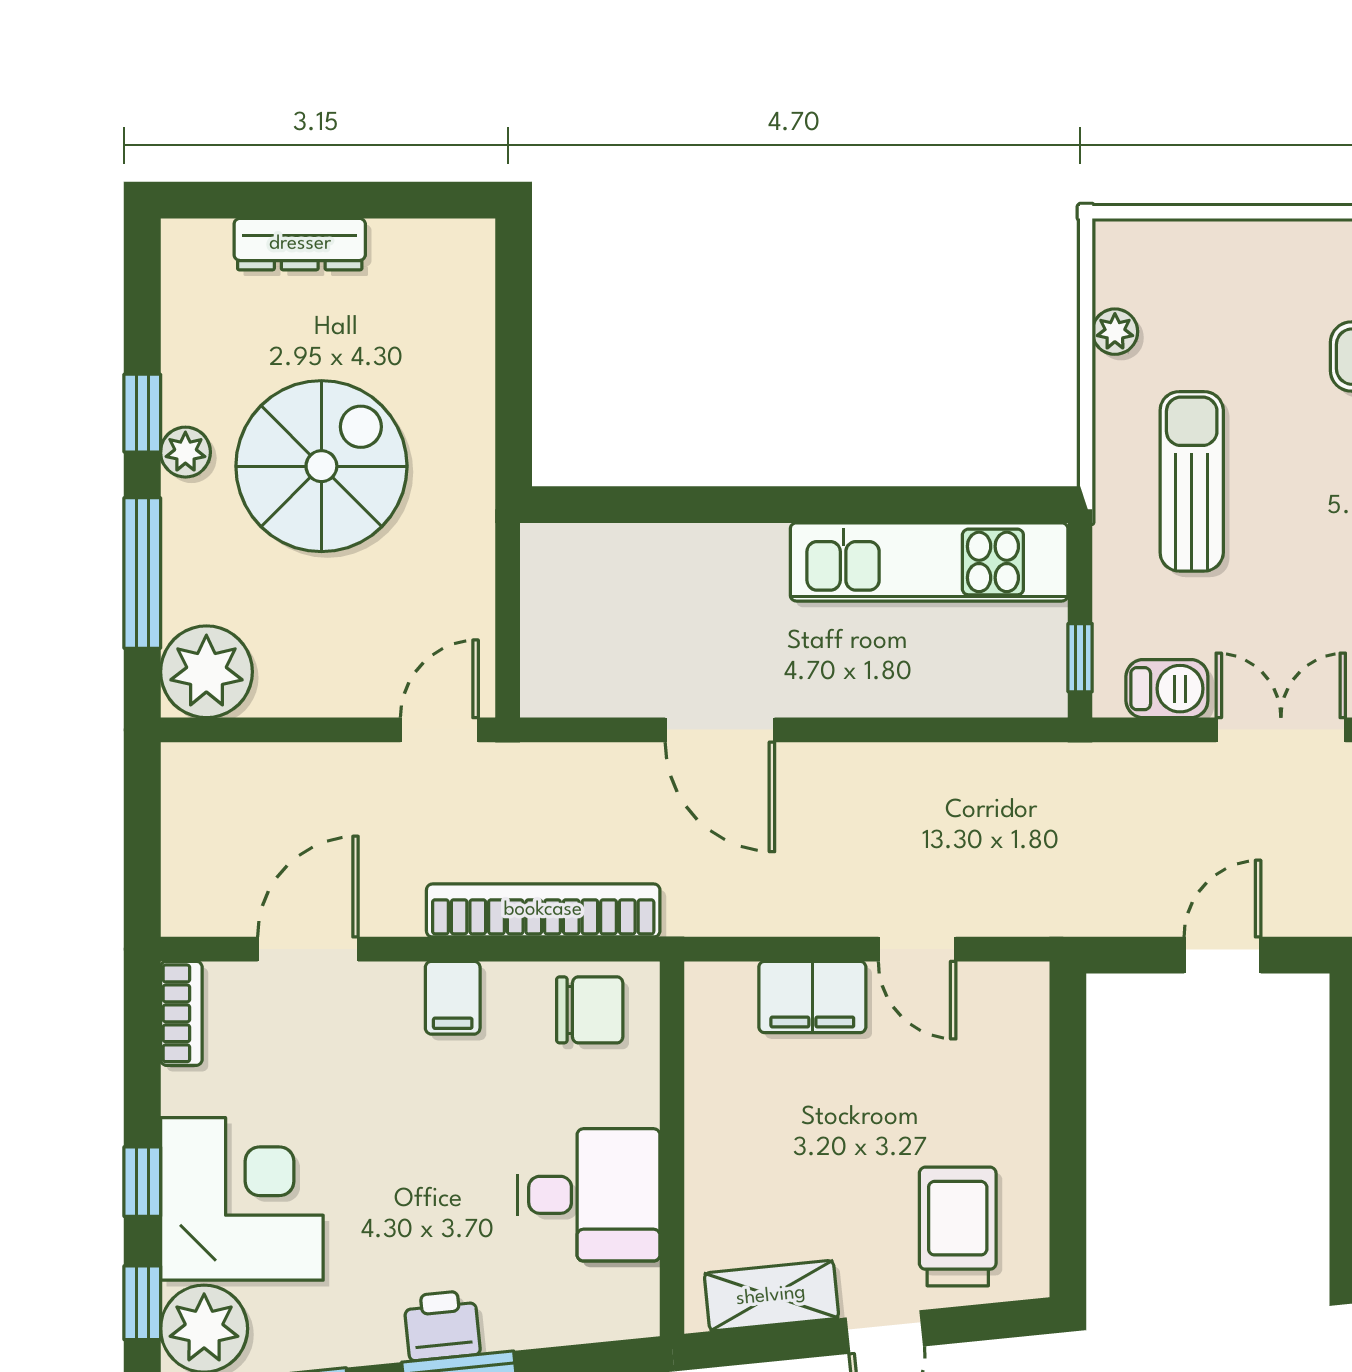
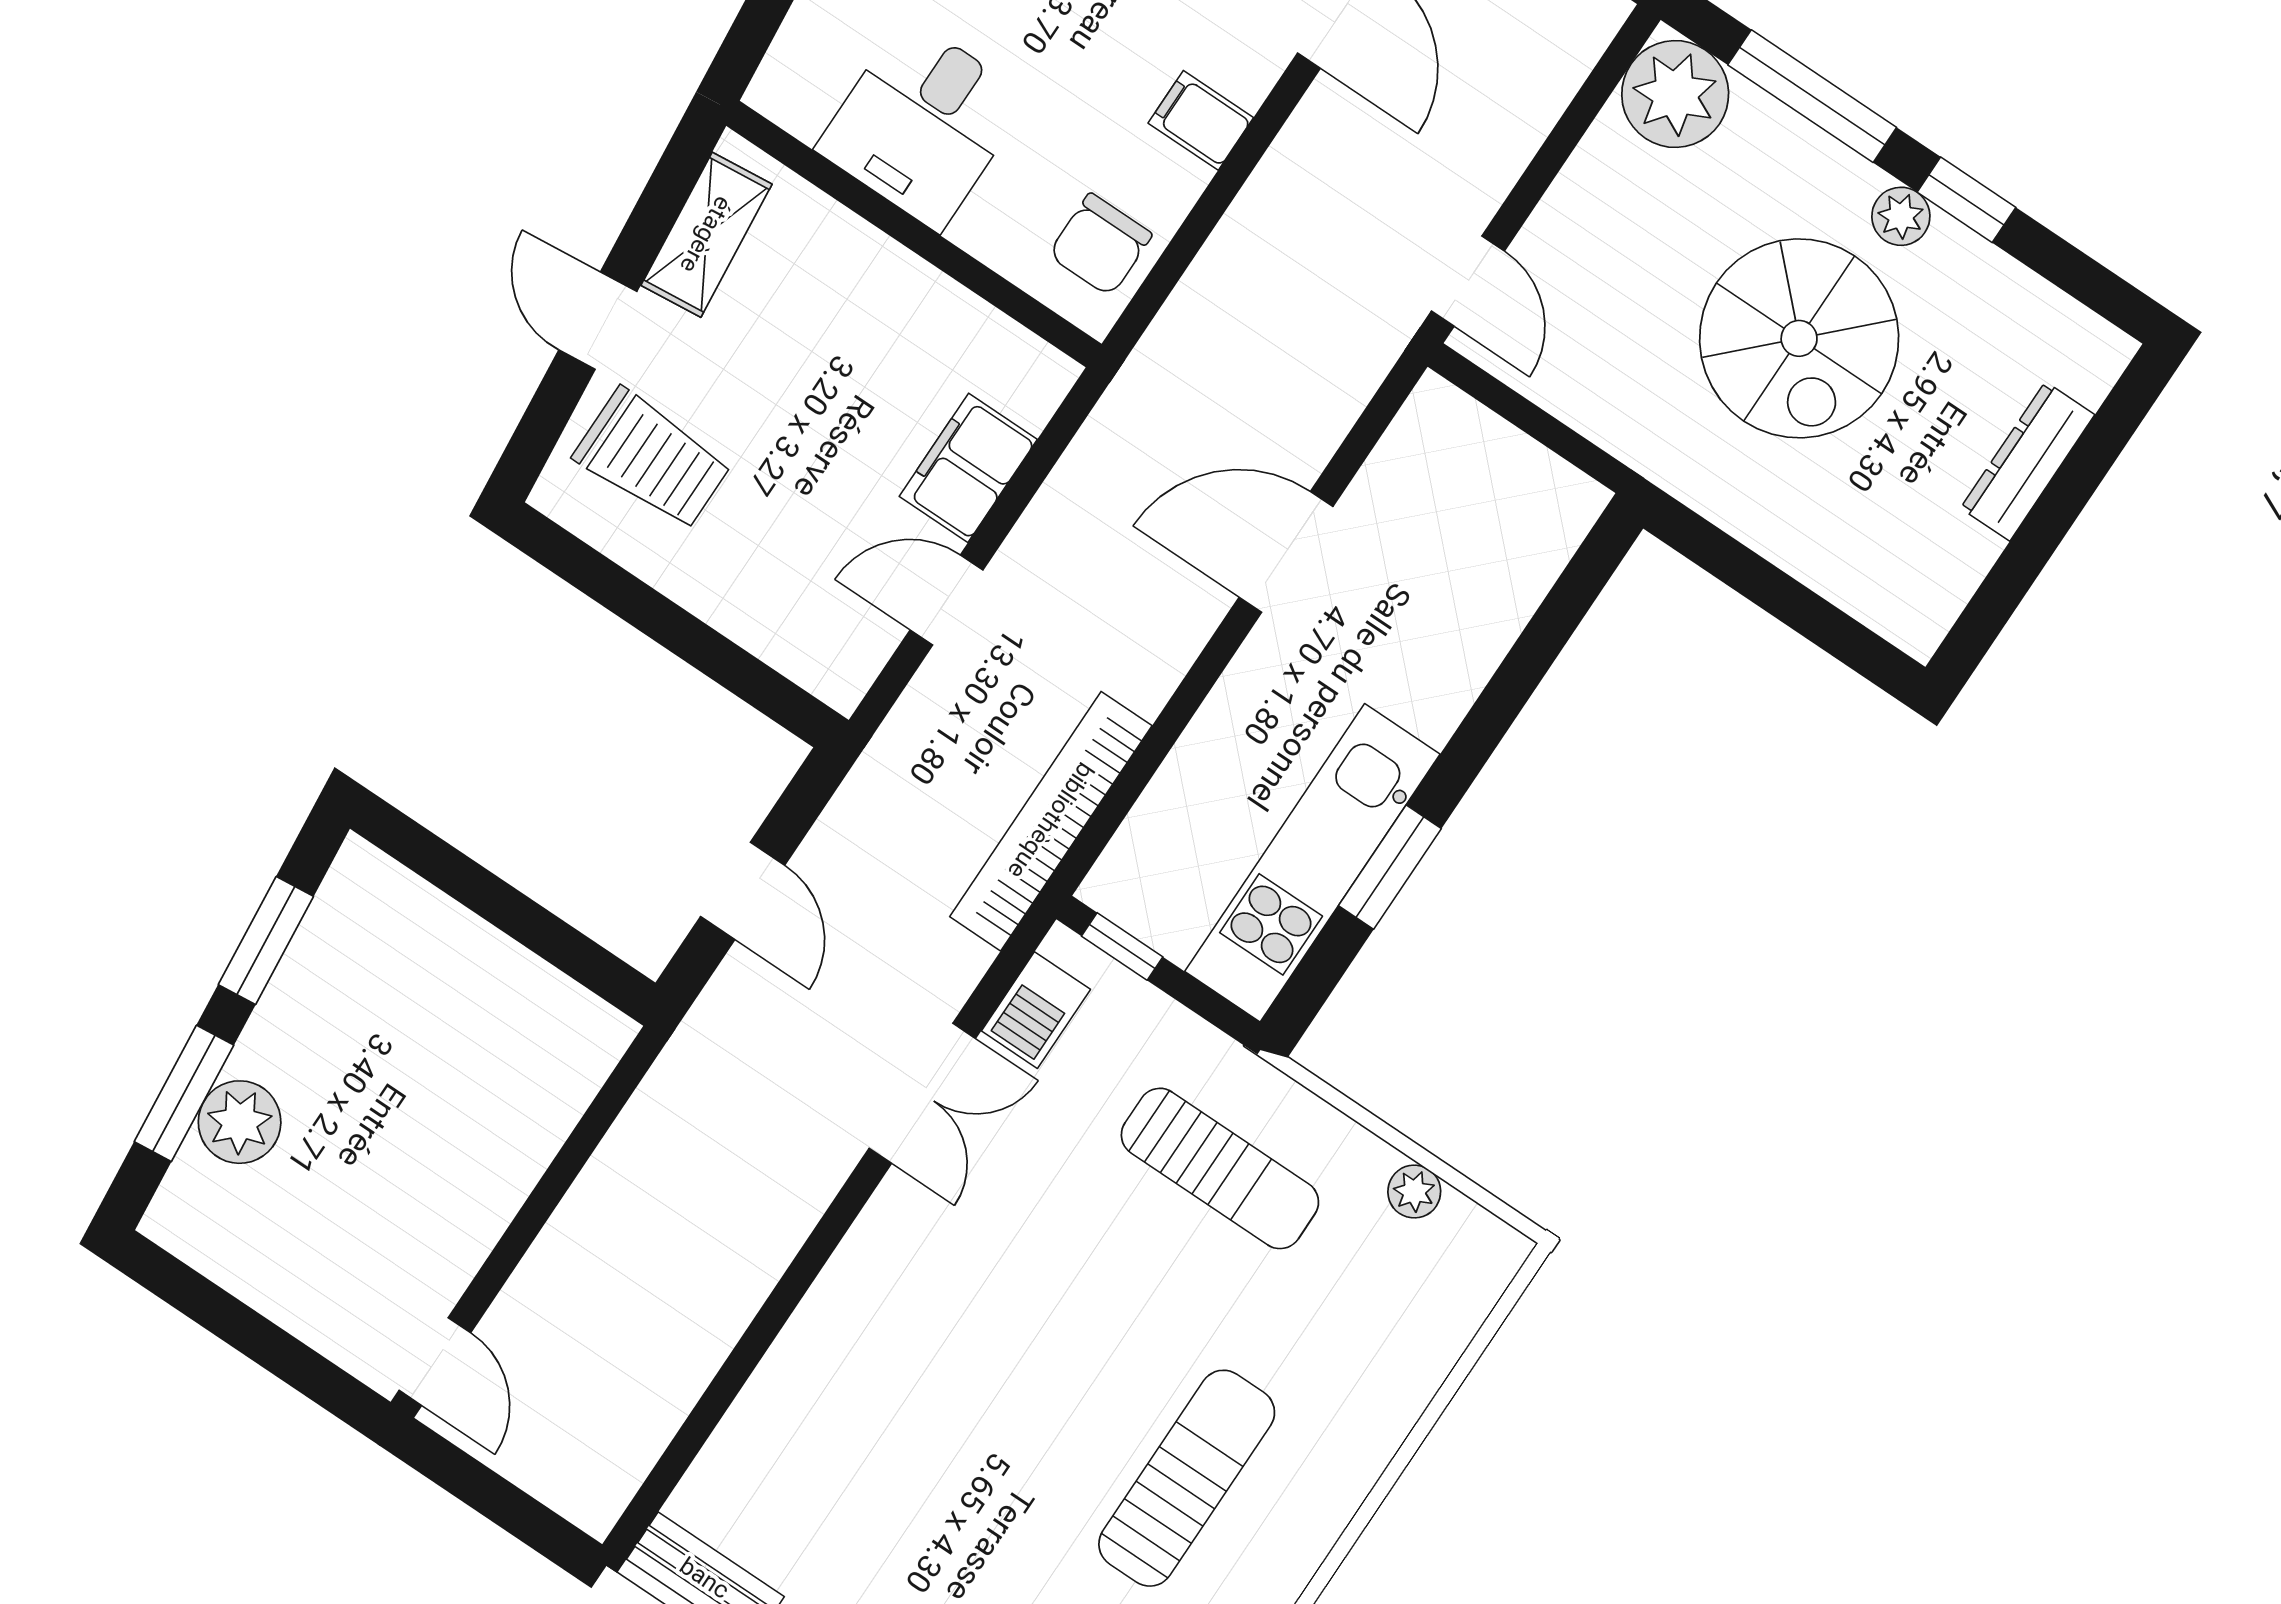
window: (895, 505) -> (1390, 867), added
bookcase: (543, 910) -> (1051, 821), moved, turned 180

